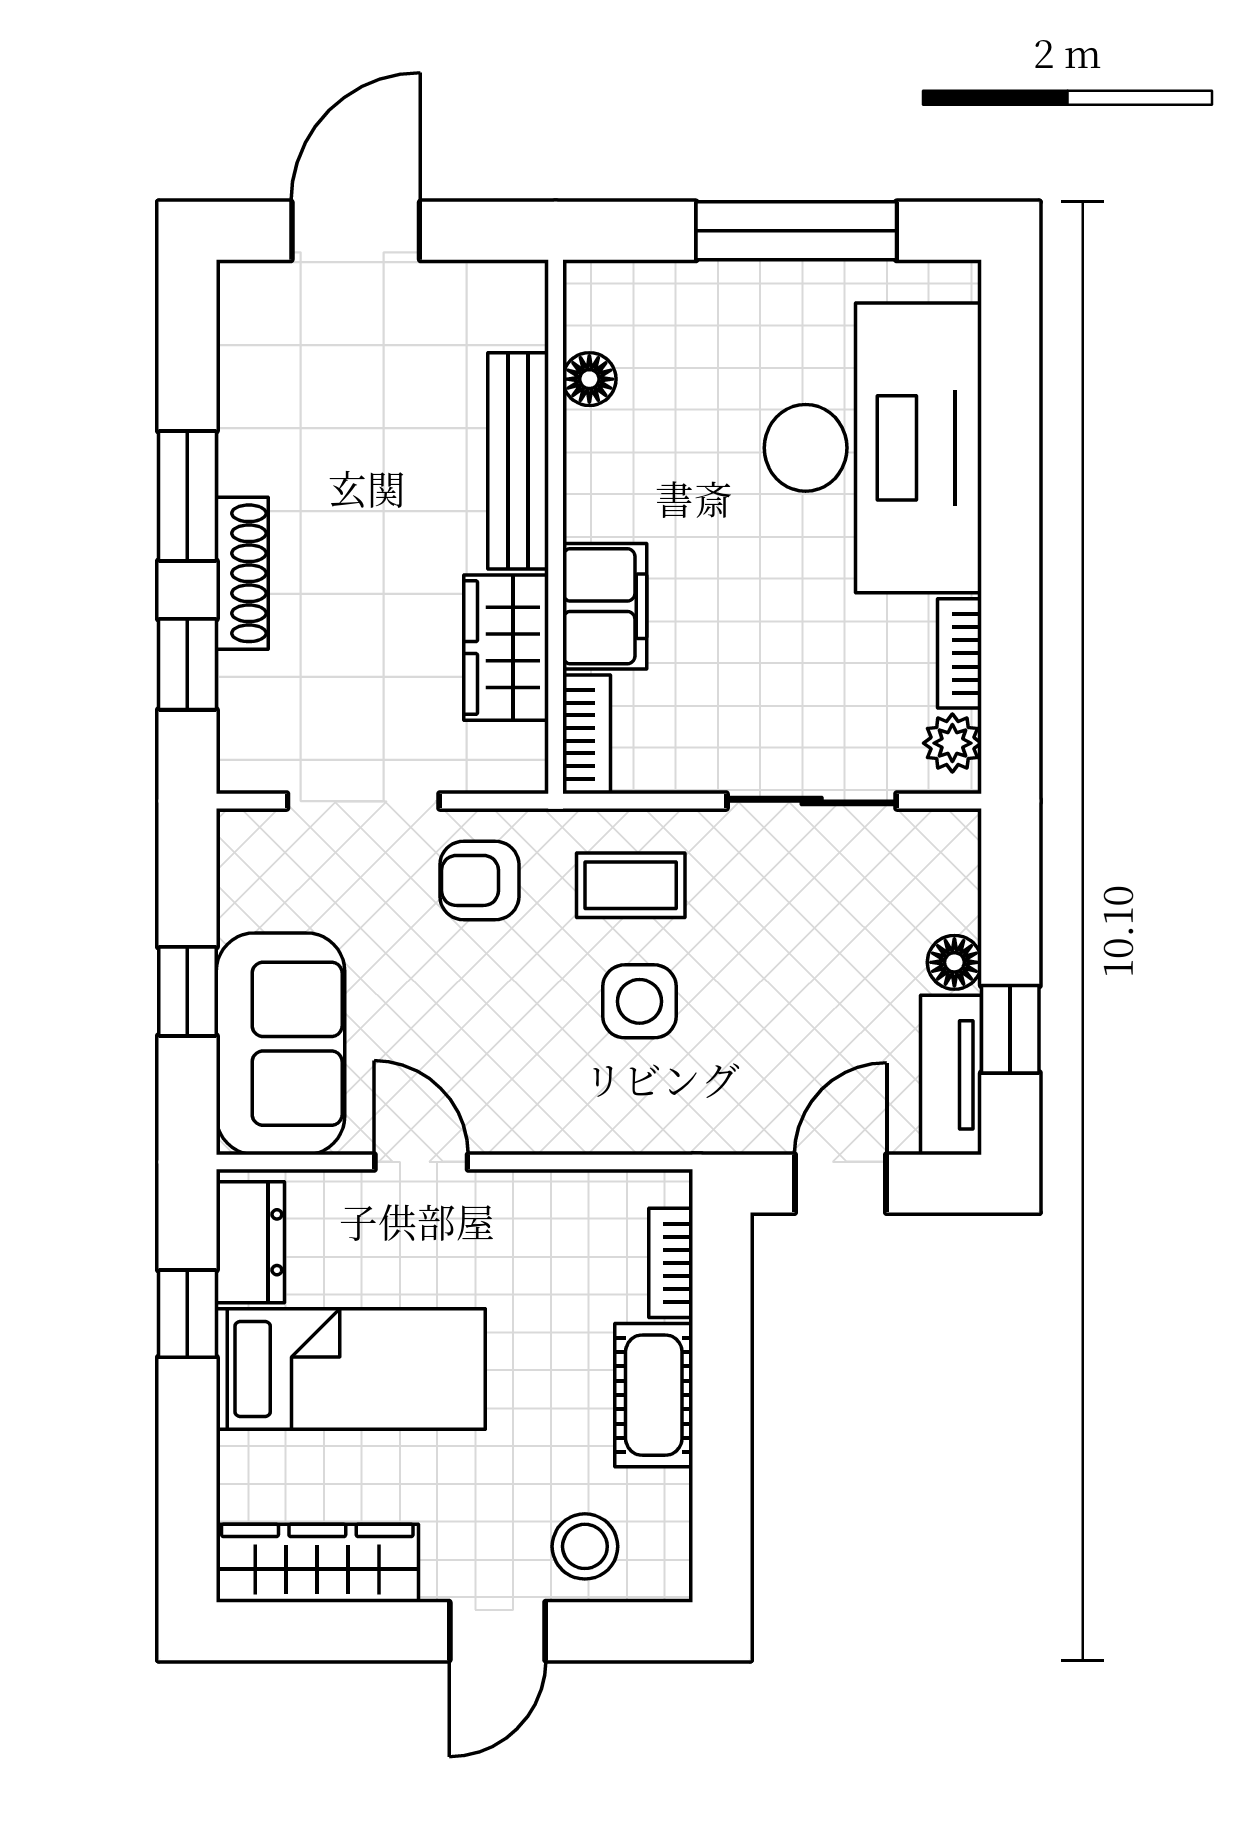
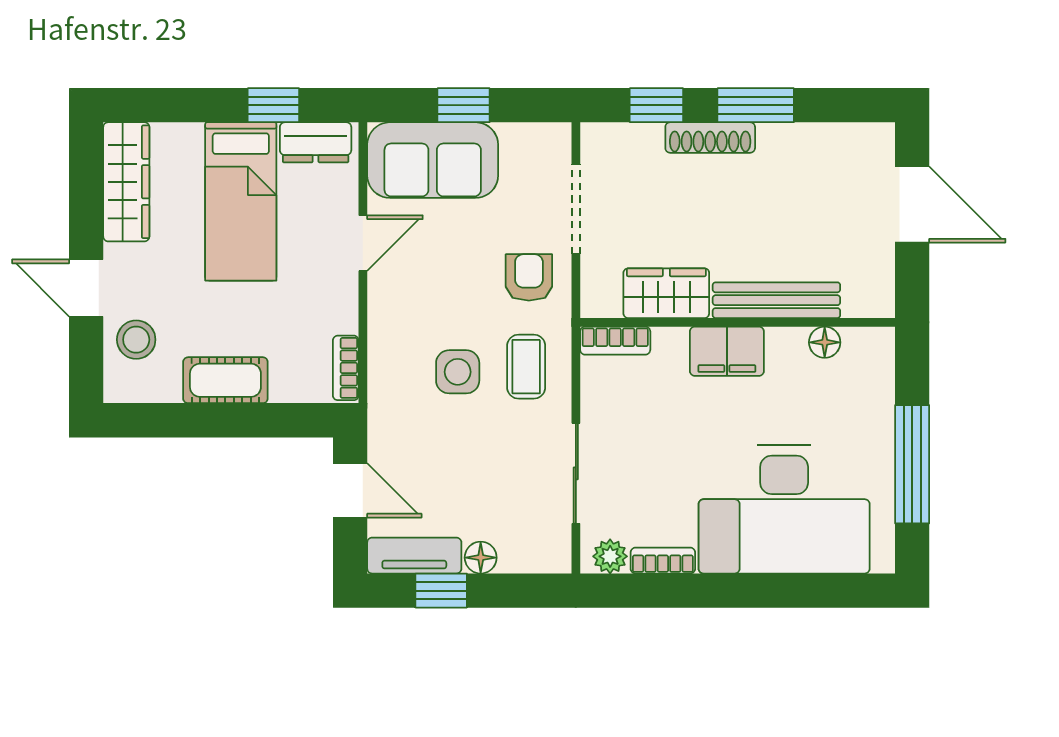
filing cabinet: (605, 606) -> (727, 351), moved
bookcase: (671, 1263) -> (346, 368), moved, turned -90

